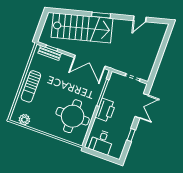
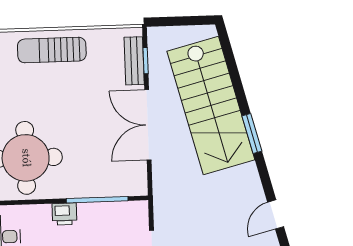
door: (140, 19) -> (276, 214), hinge flipped
double door: (90, 62) -> (148, 125), moved
printer: (106, 110) -> (64, 214), width x0.53, depth x0.68

